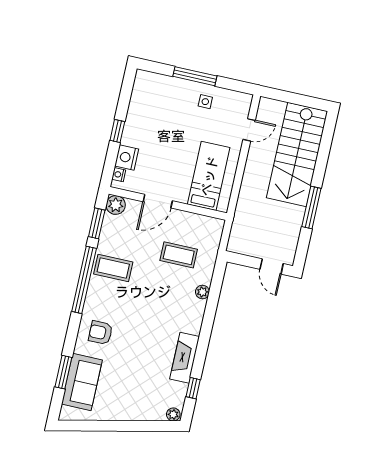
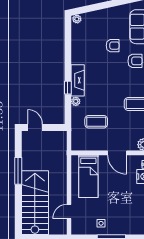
door: (158, 201) -> (117, 153), swing flipped
fireplace: (185, 358) -> (78, 80), moved
armchair: (129, 363) -> (113, 46), added
window: (193, 388) -> (68, 88), moved

